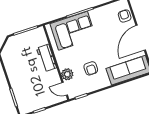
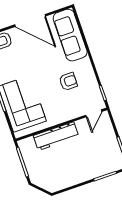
workbench: (46, 58) -> (56, 136), width x1.38
plant: (67, 74) -> (76, 110), removed

